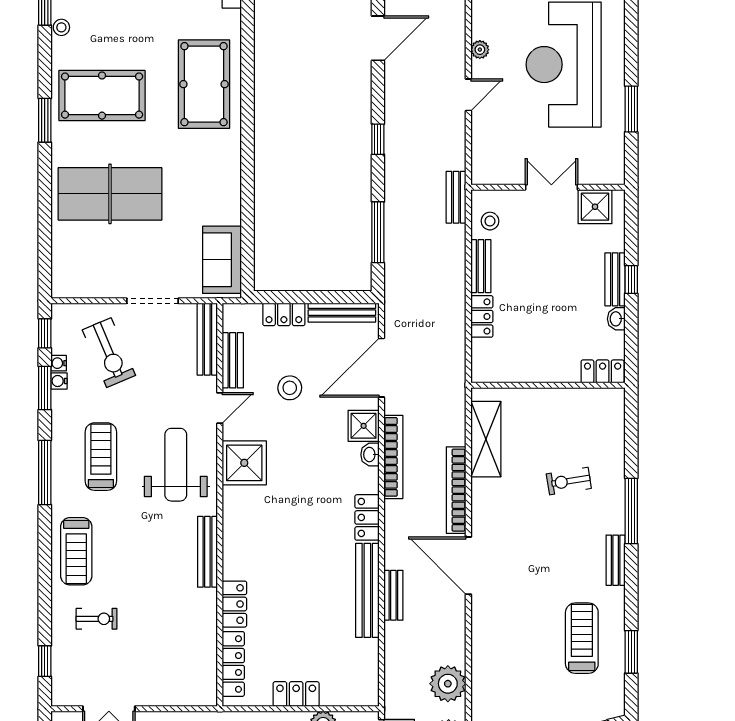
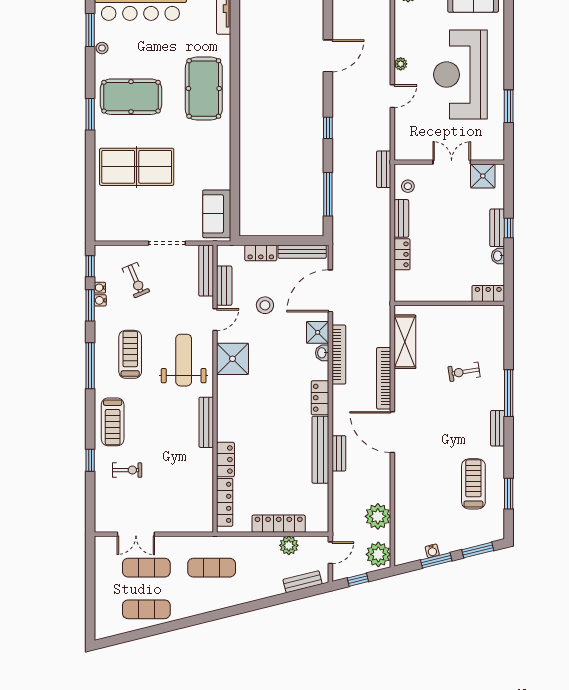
exercise bike: (109, 353) -> (136, 280), width x0.73, depth x0.72
window: (45, 661) -> (90, 460), moved
locker: (296, 694) -> (279, 524), width x1.53

